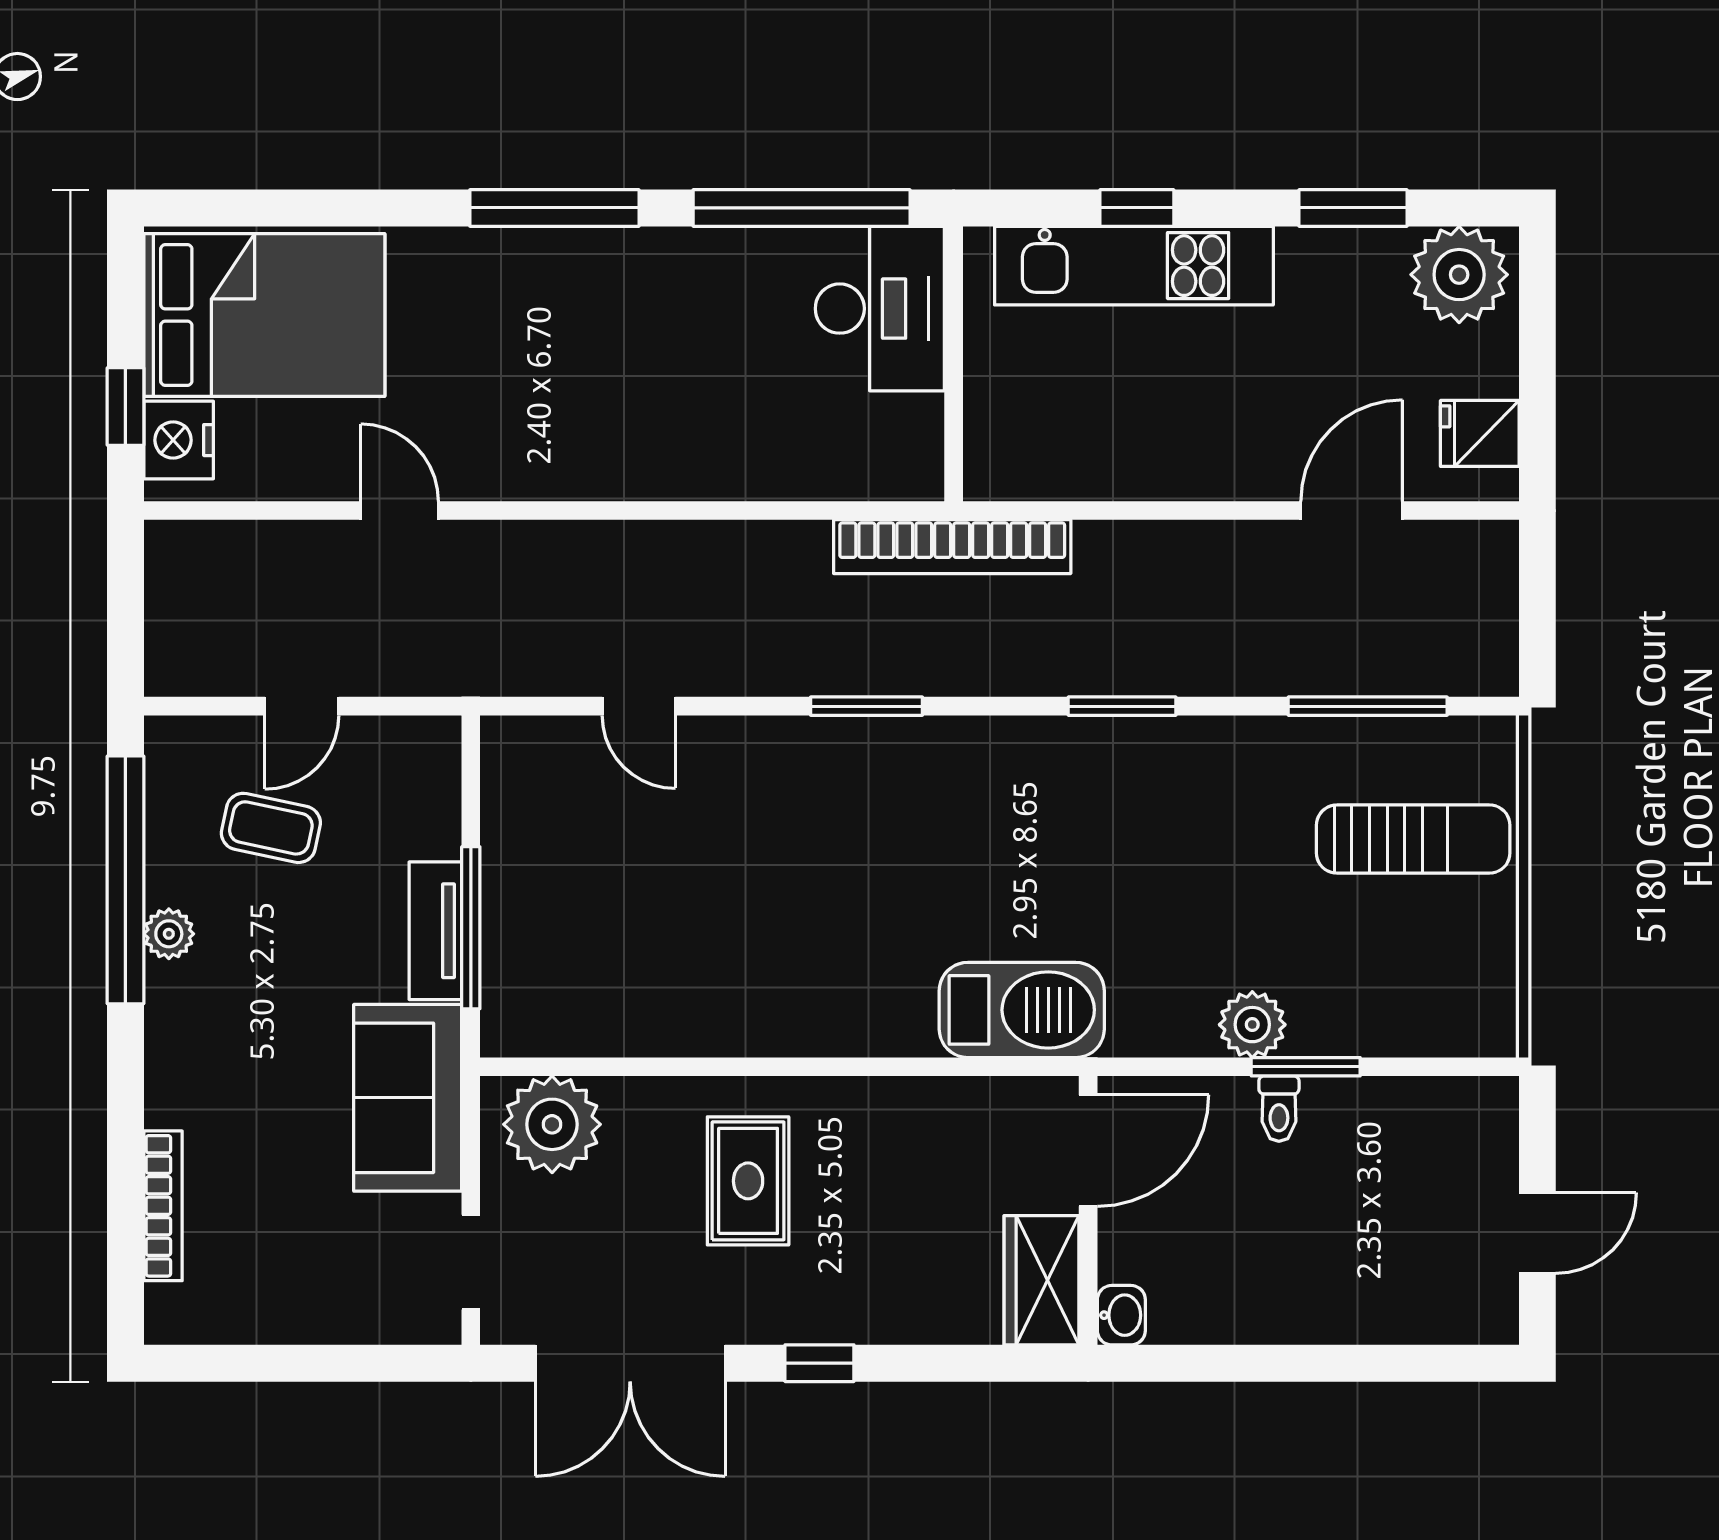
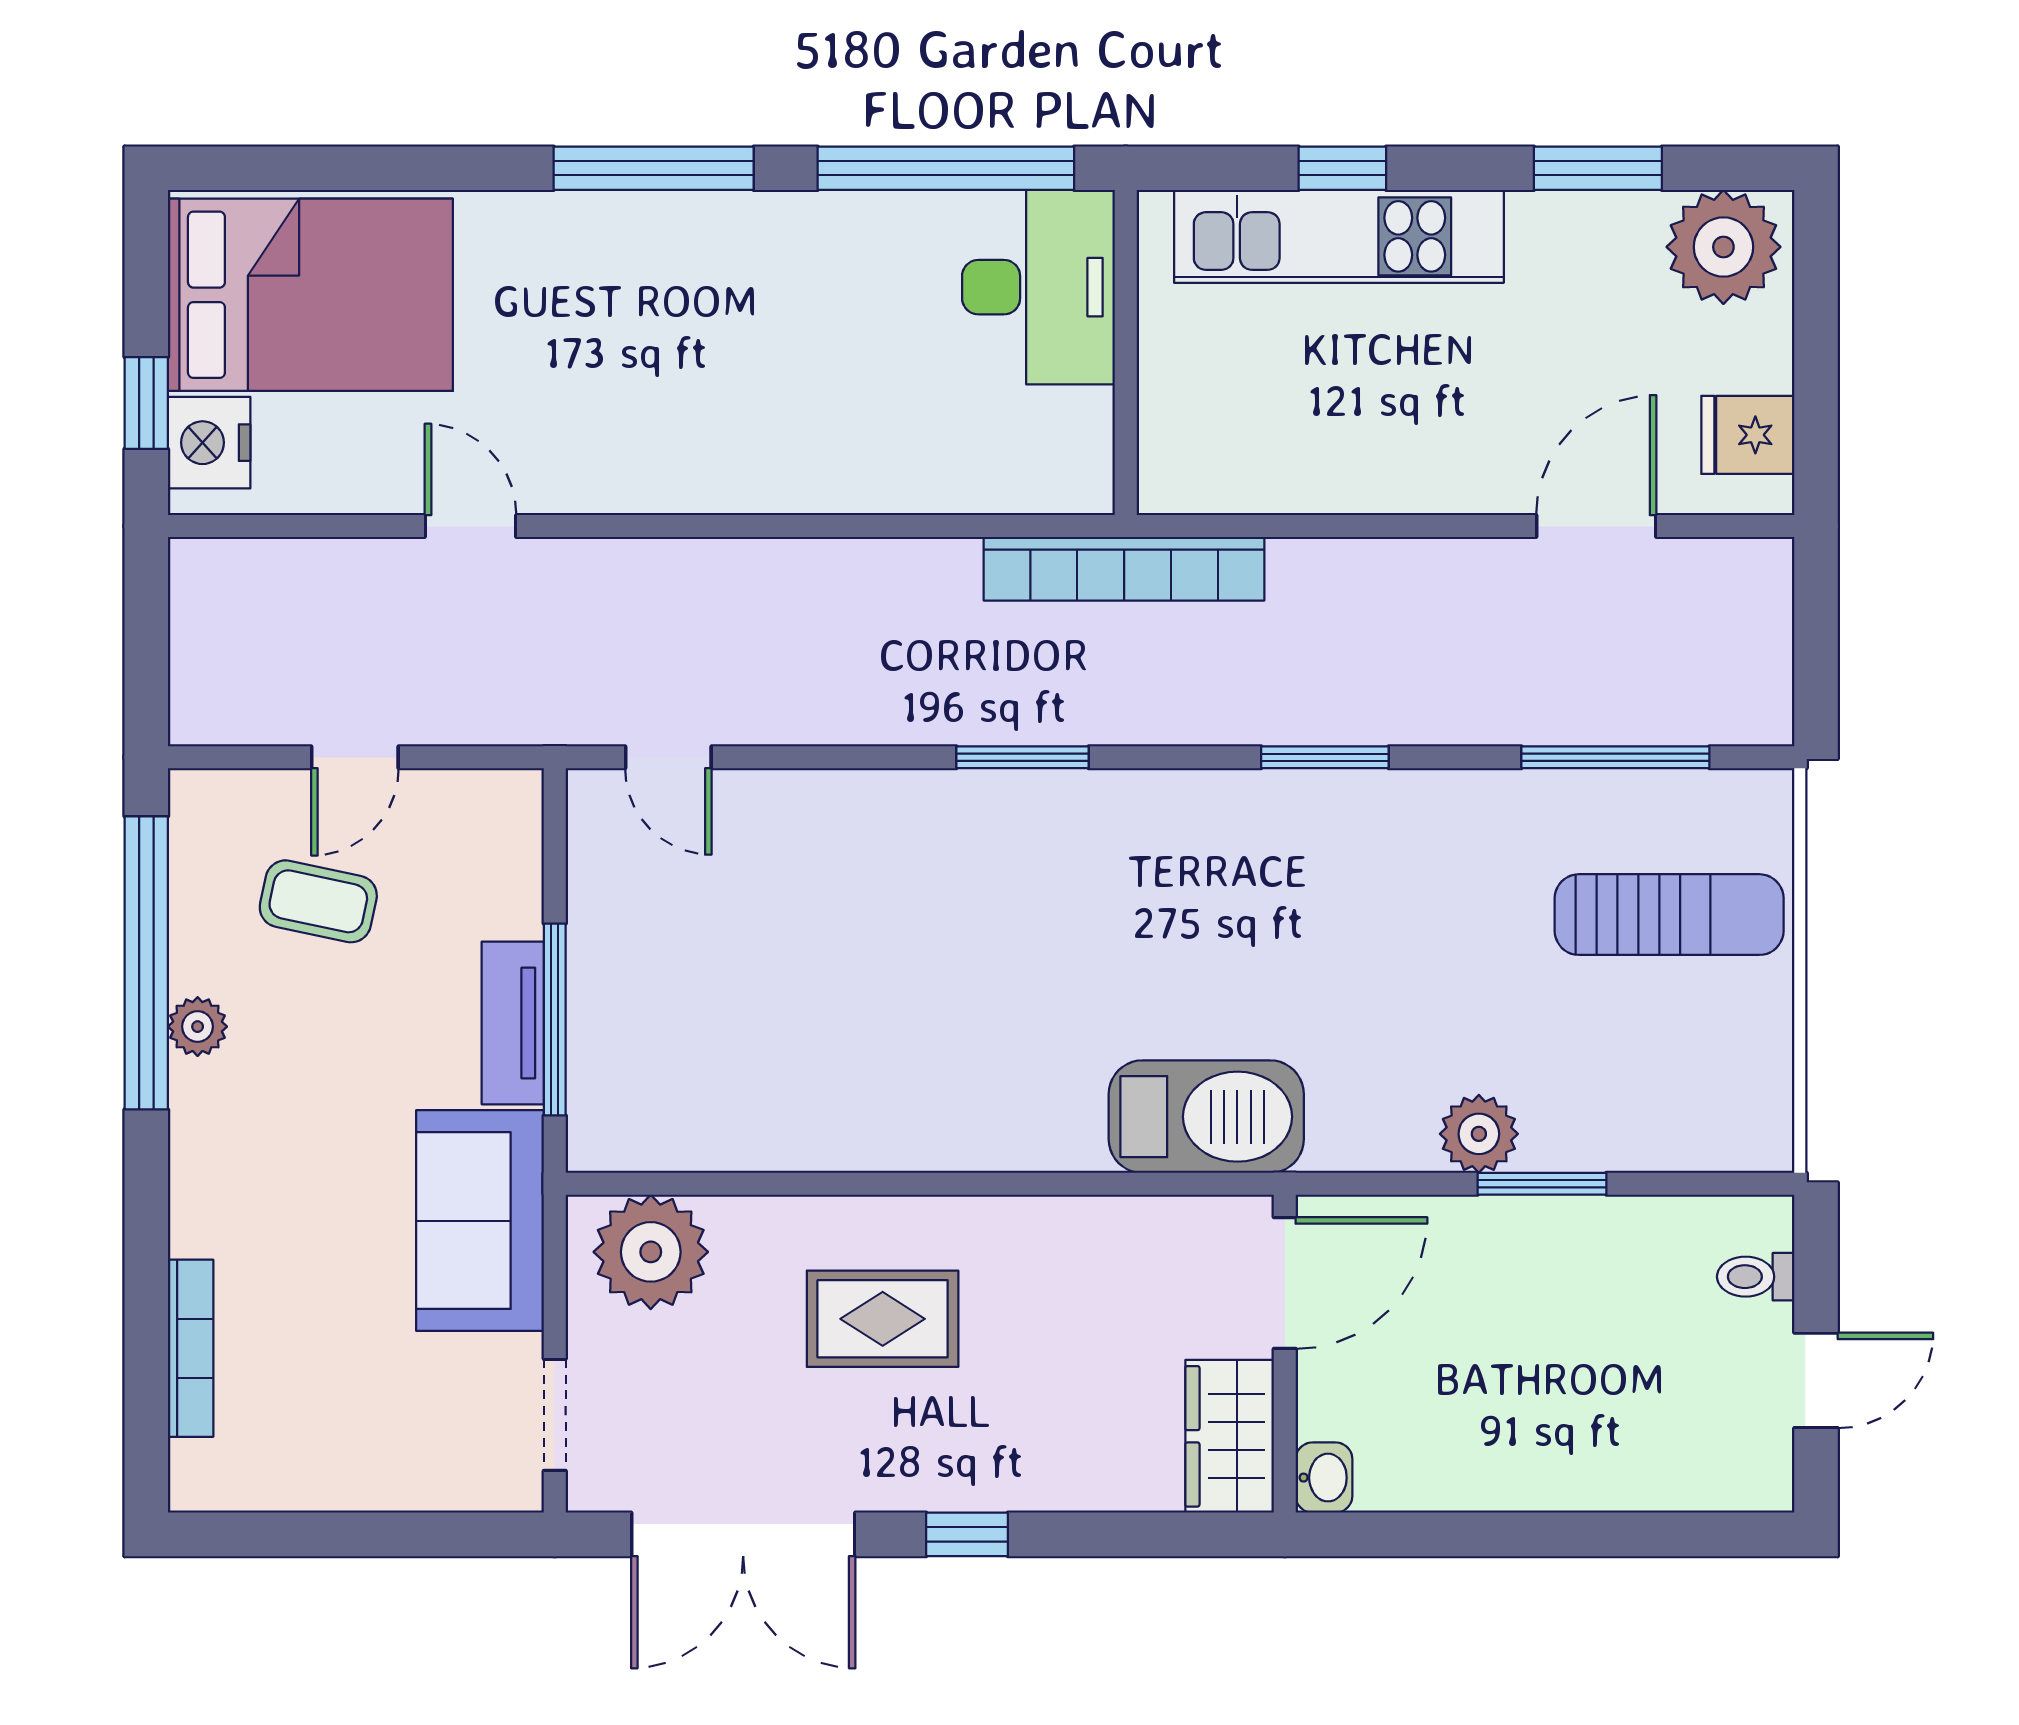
door: (639, 706) -> (668, 757), moved
toilet: (1279, 1109) -> (1756, 1277), moved, turned 90
rug: (748, 1181) -> (883, 1319), turned 90

